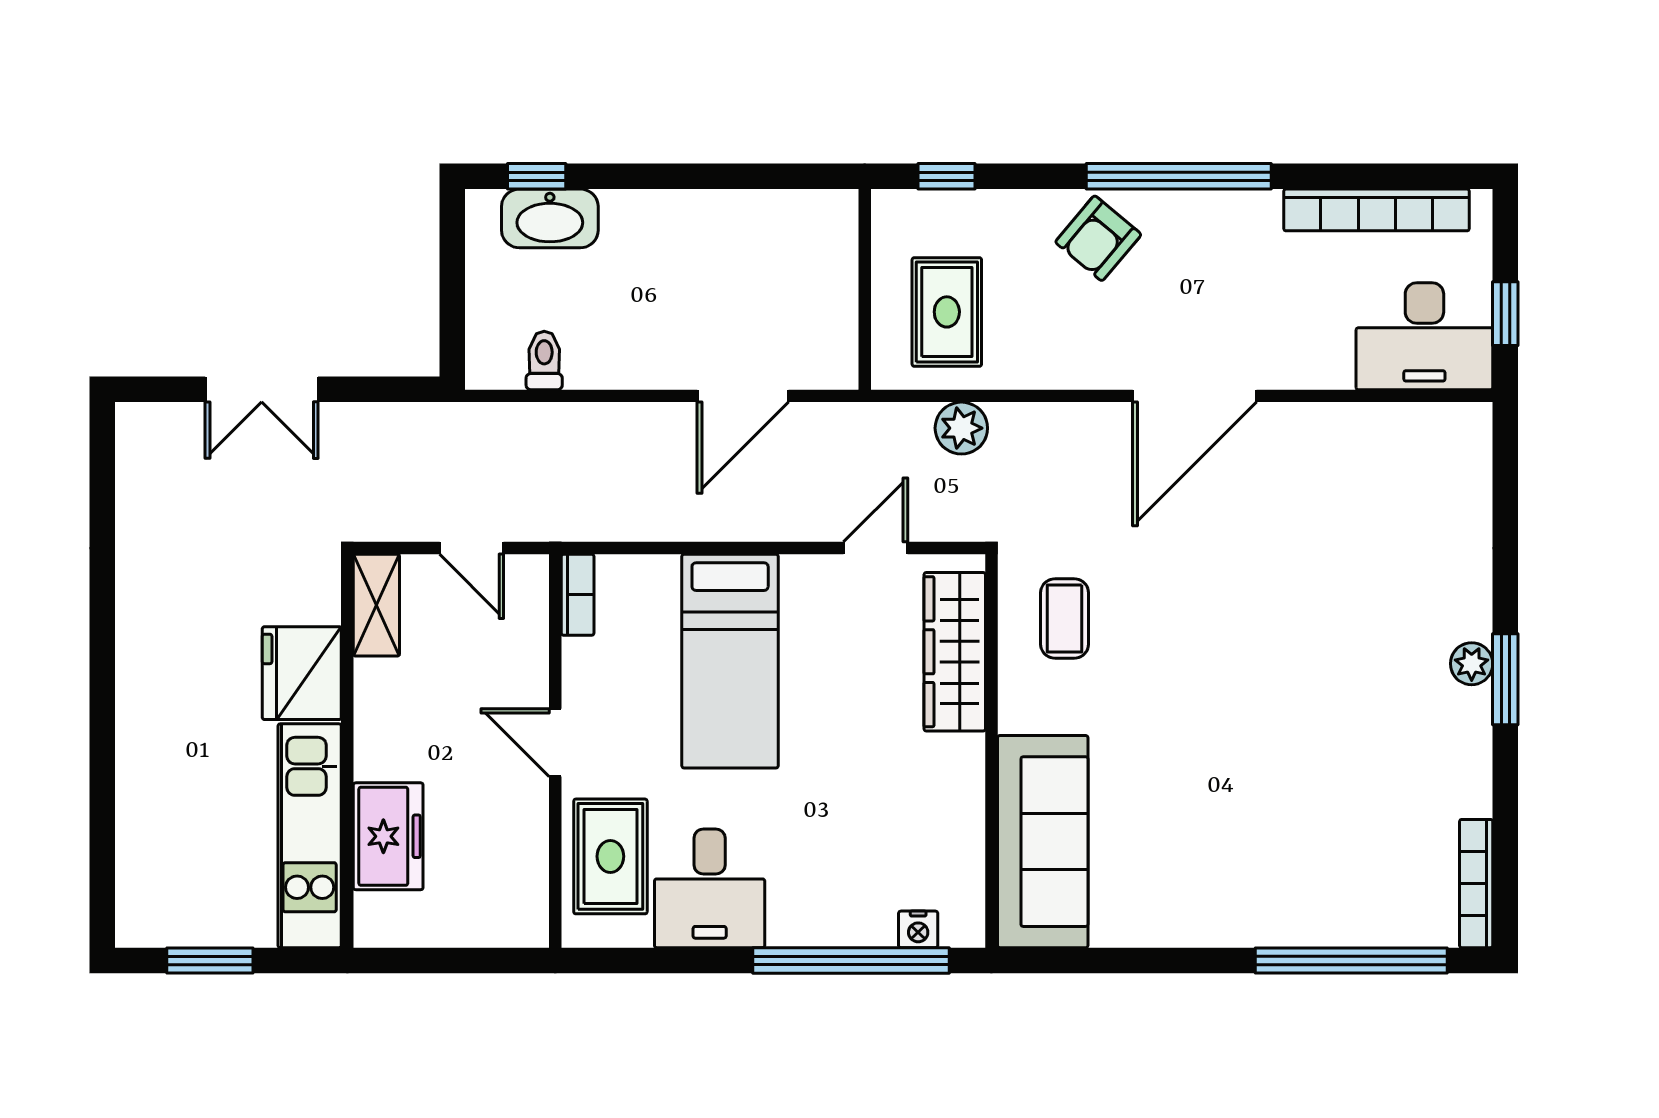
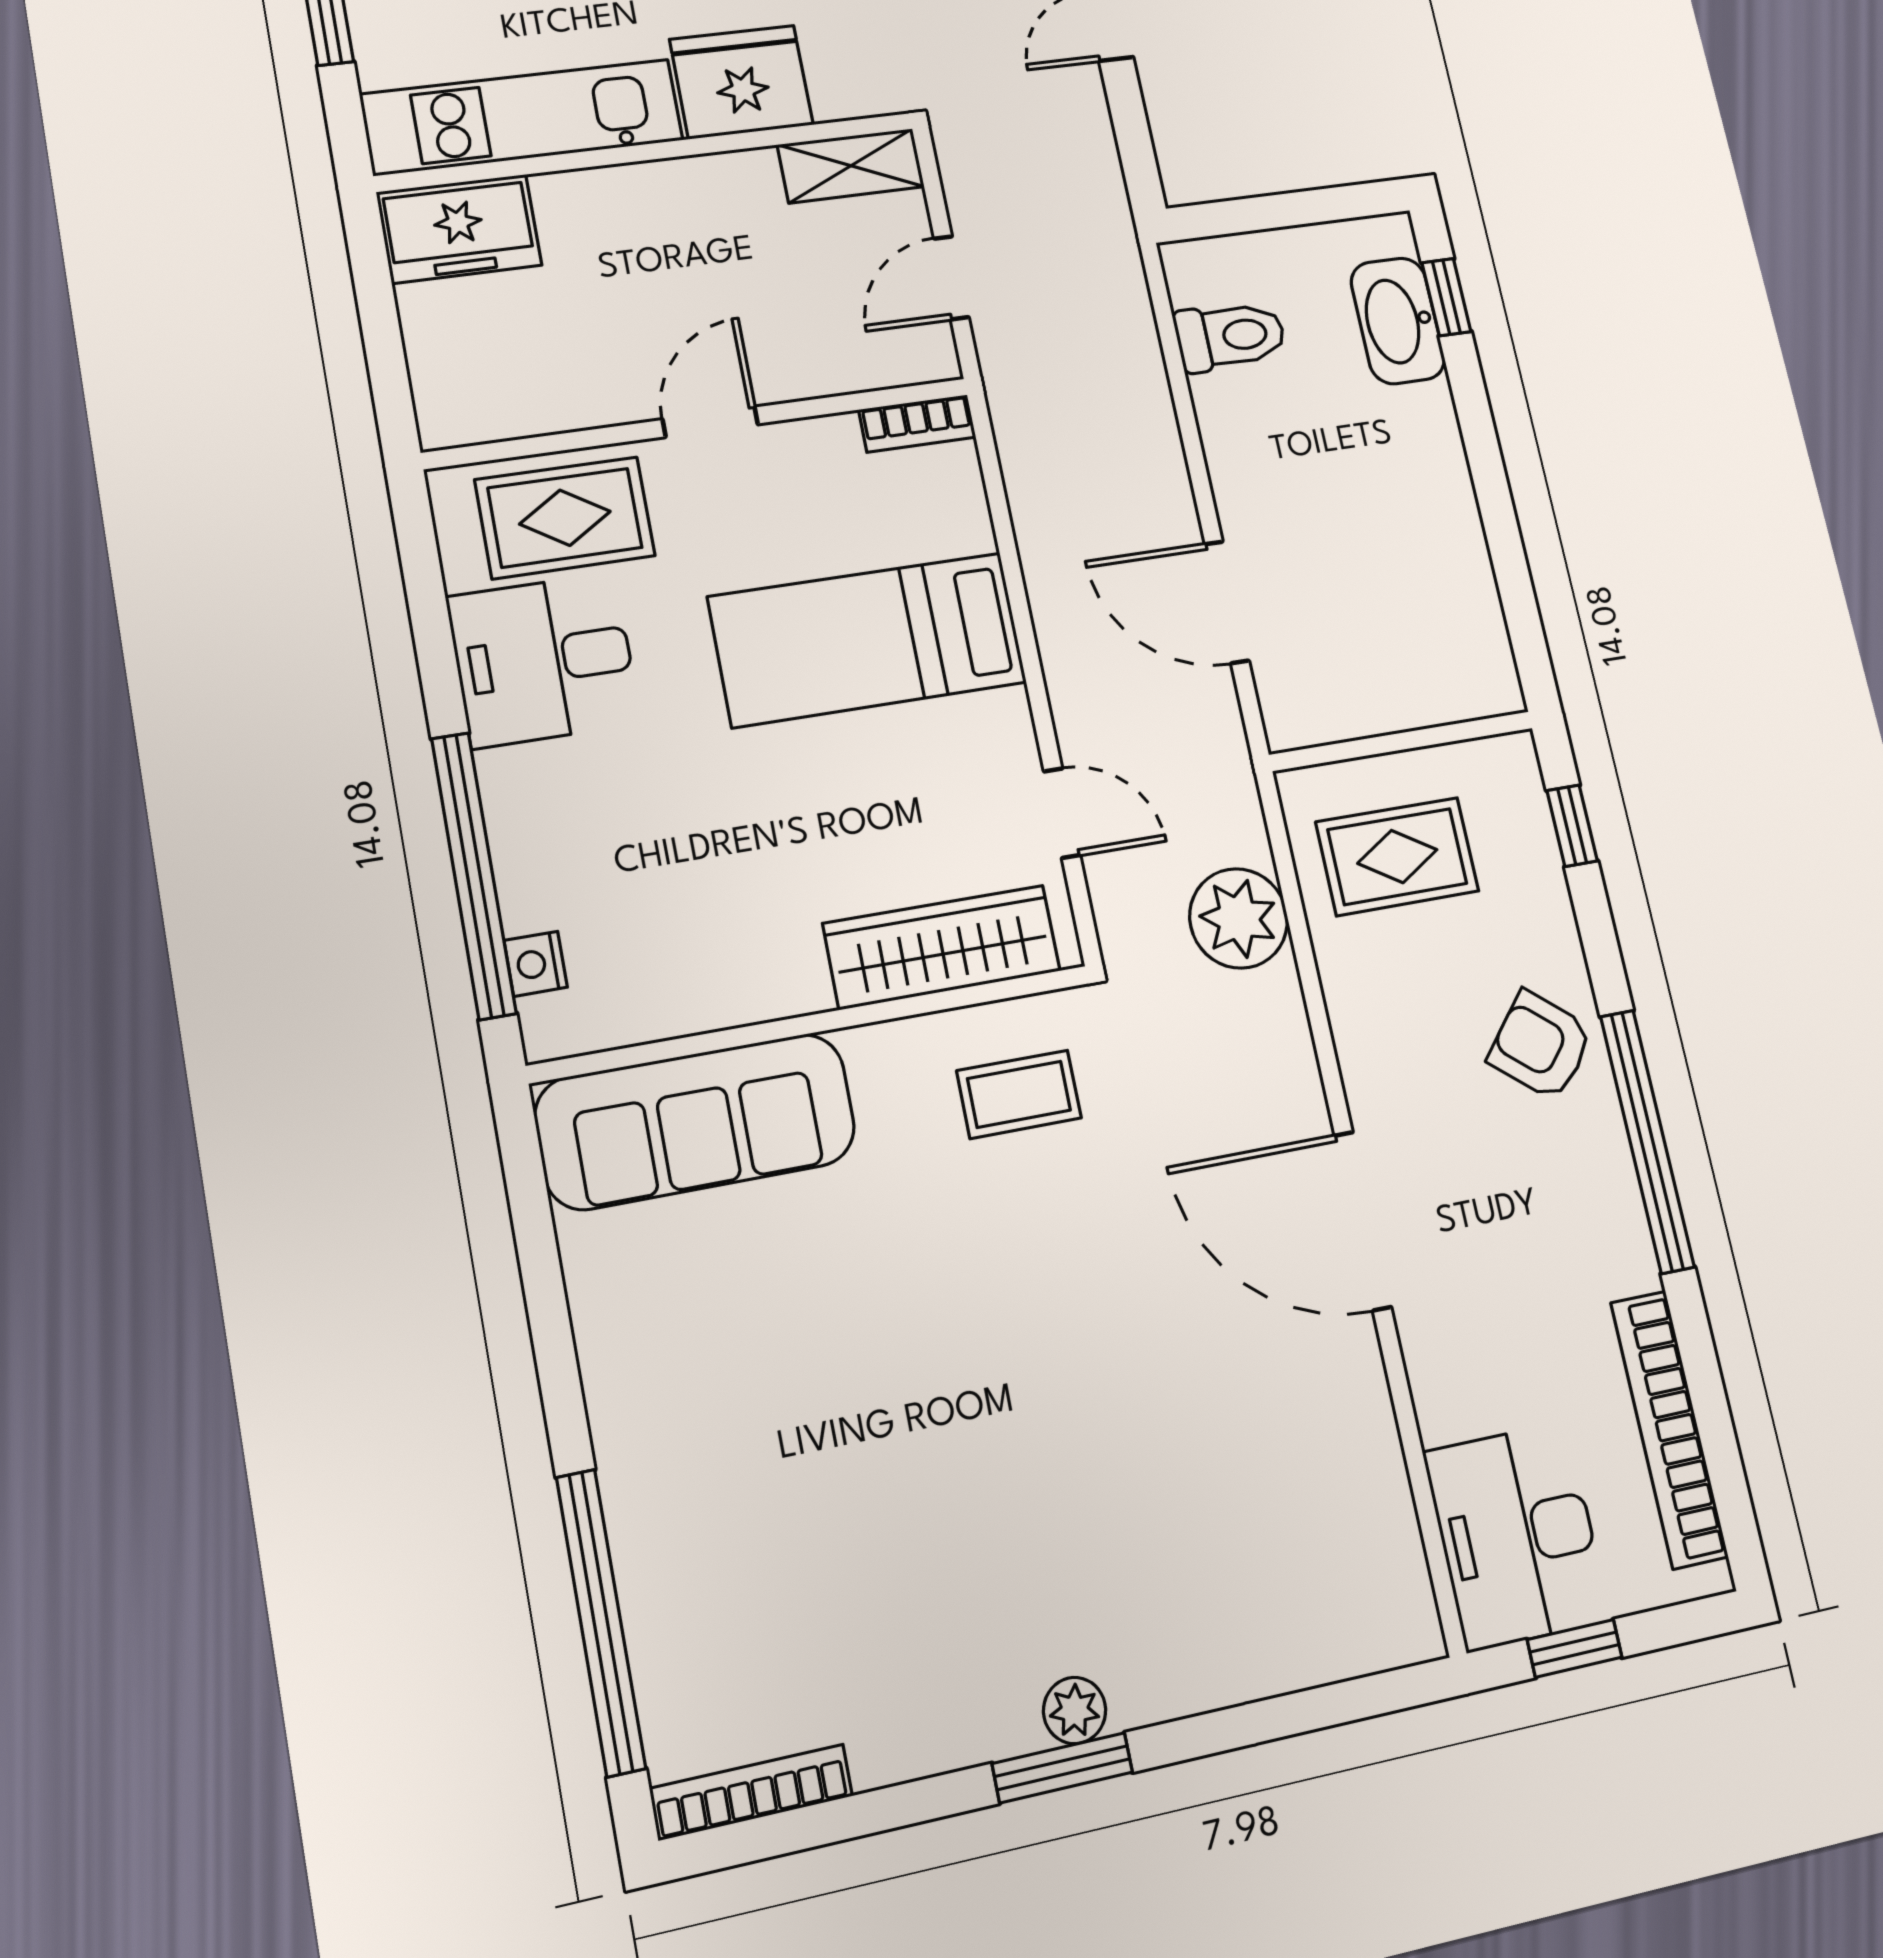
toilet: (544, 361) -> (1230, 336), width x1.37, depth x1.39
plant: (961, 428) -> (1239, 918), width x1.36, depth x1.36
freezer: (388, 836) -> (459, 229), moved

